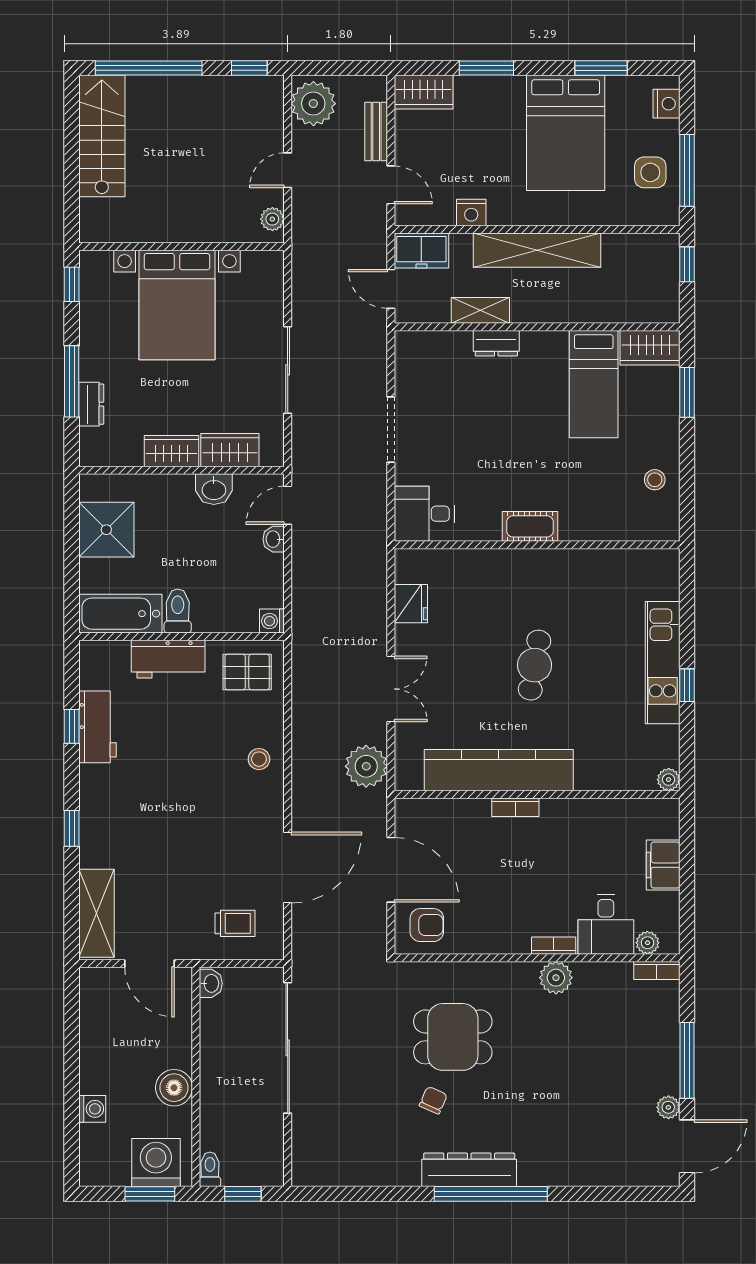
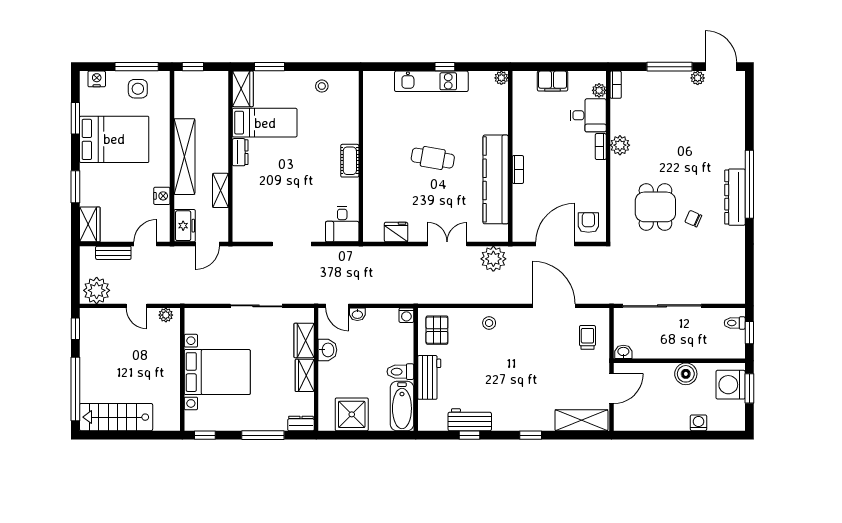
dresser: (496, 343) -> (240, 152), moved
dresser: (91, 404) -> (301, 423), moved
toilet: (210, 1169) -> (735, 323), moved

